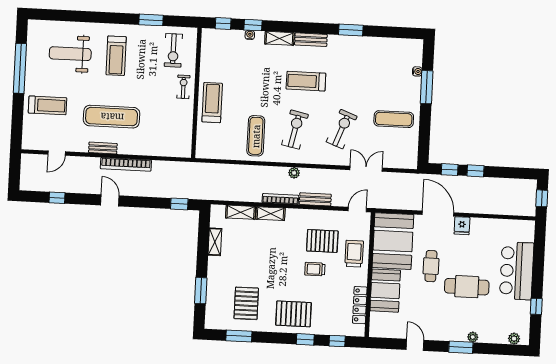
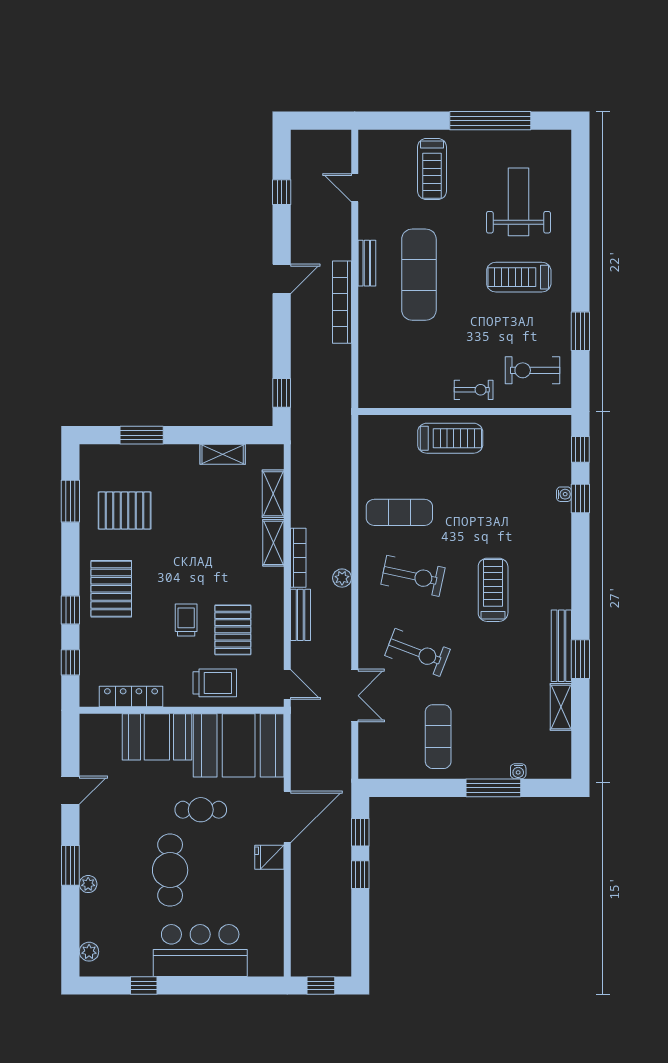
shelving: (279, 38) -> (561, 707), moved
bench: (311, 40) -> (561, 646), moved, width x1.36

